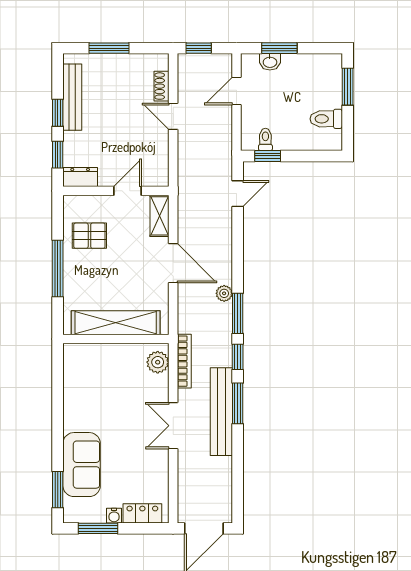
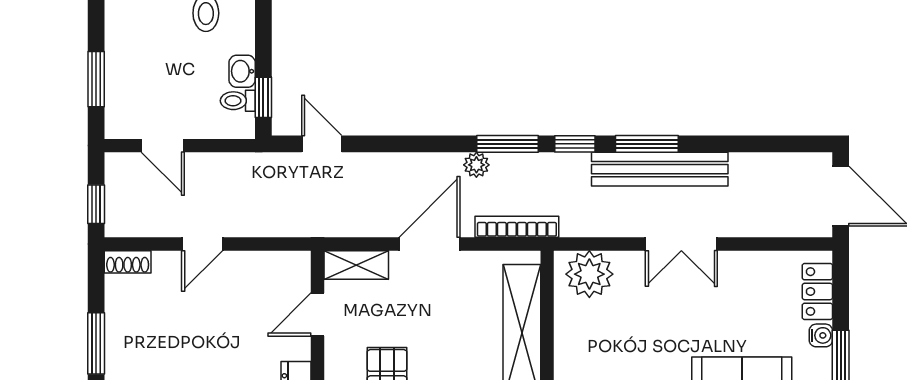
washbasin: (270, 62) -> (242, 71), moved, turned 180
shoe rack: (161, 86) -> (128, 262), moved
door: (128, 191) -> (318, 315), hinge flipped
bookcase: (184, 361) -> (517, 227), moved
plant: (158, 362) -> (589, 274), width x1.36, depth x1.36

